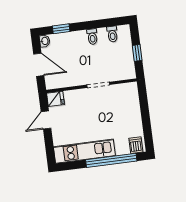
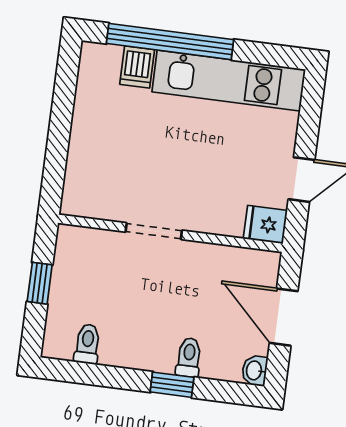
window: (61, 29) -> (172, 385), moved
toilet: (92, 37) -> (189, 357), moved
dishwasher: (136, 145) -> (137, 67), moved

